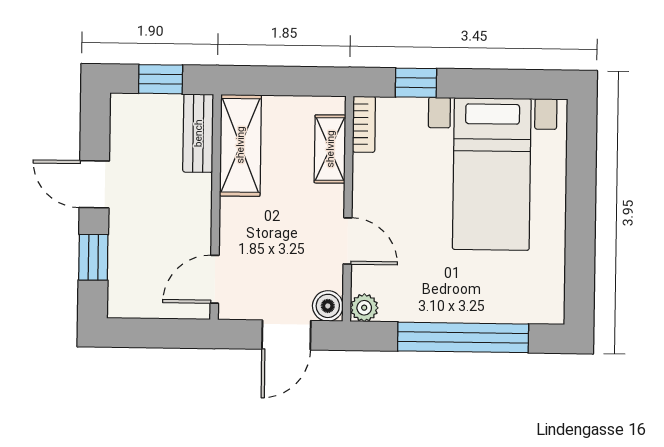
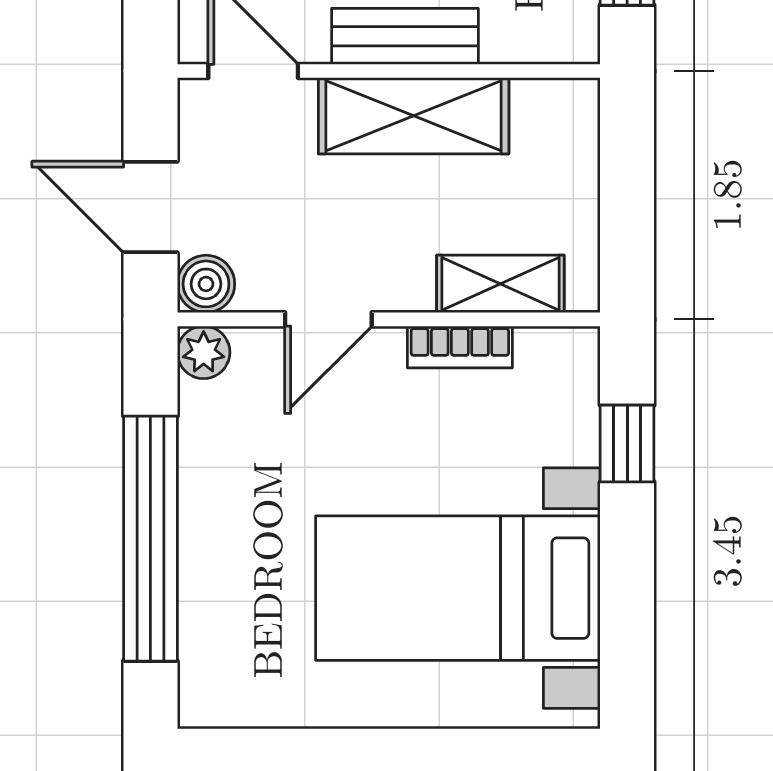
bookcase: (364, 124) -> (460, 347), moved
bench: (198, 133) -> (405, 36), moved
shelving: (240, 145) -> (414, 116), moved

